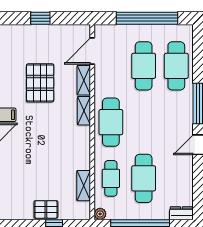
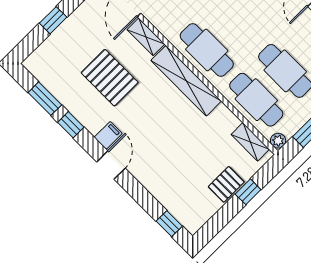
shelving: (84, 111) -> (186, 81), width x2.20, depth x1.33
cafe table: (111, 178) -> (256, 100), width x1.37, depth x1.35
shelving: (84, 186) -> (250, 142), moved

